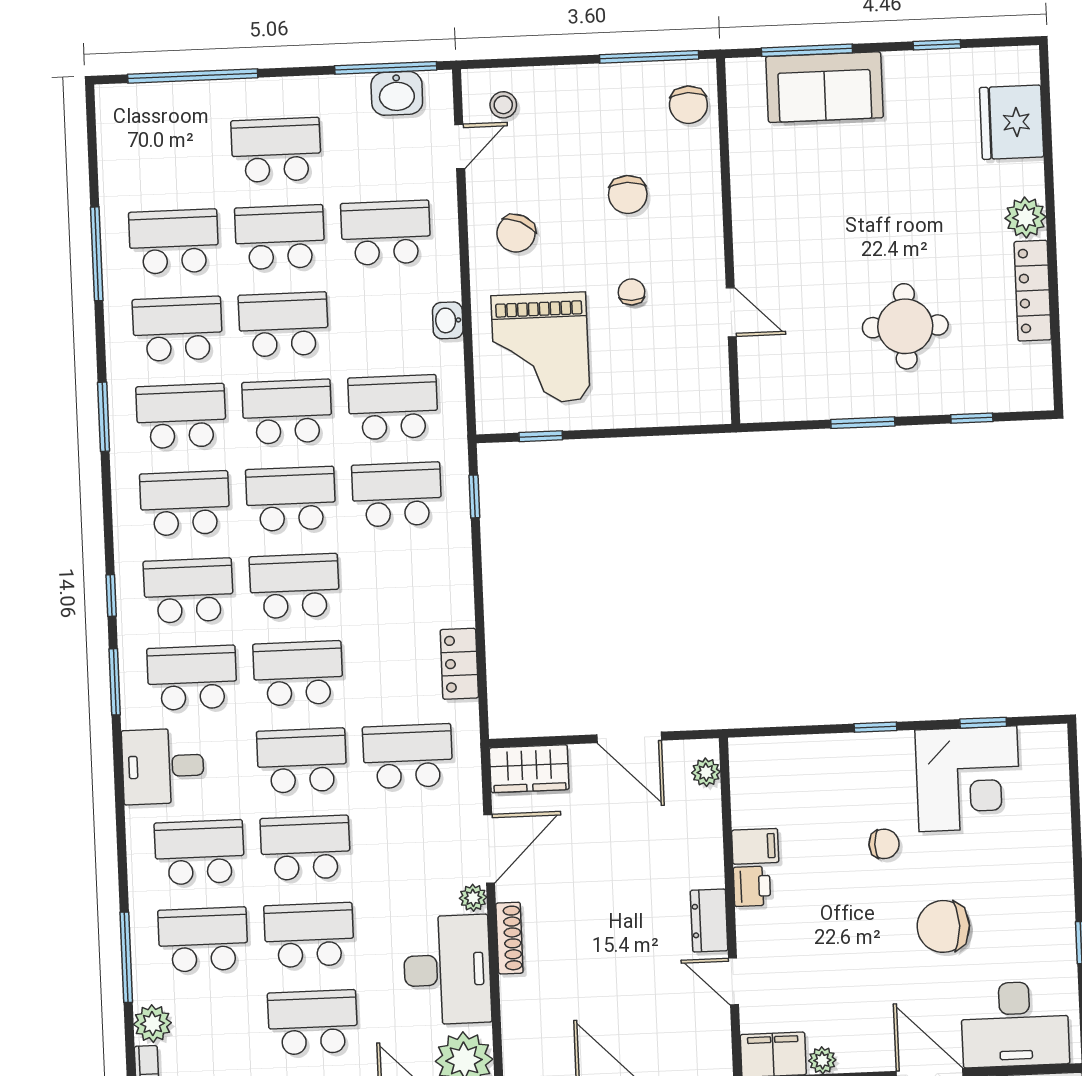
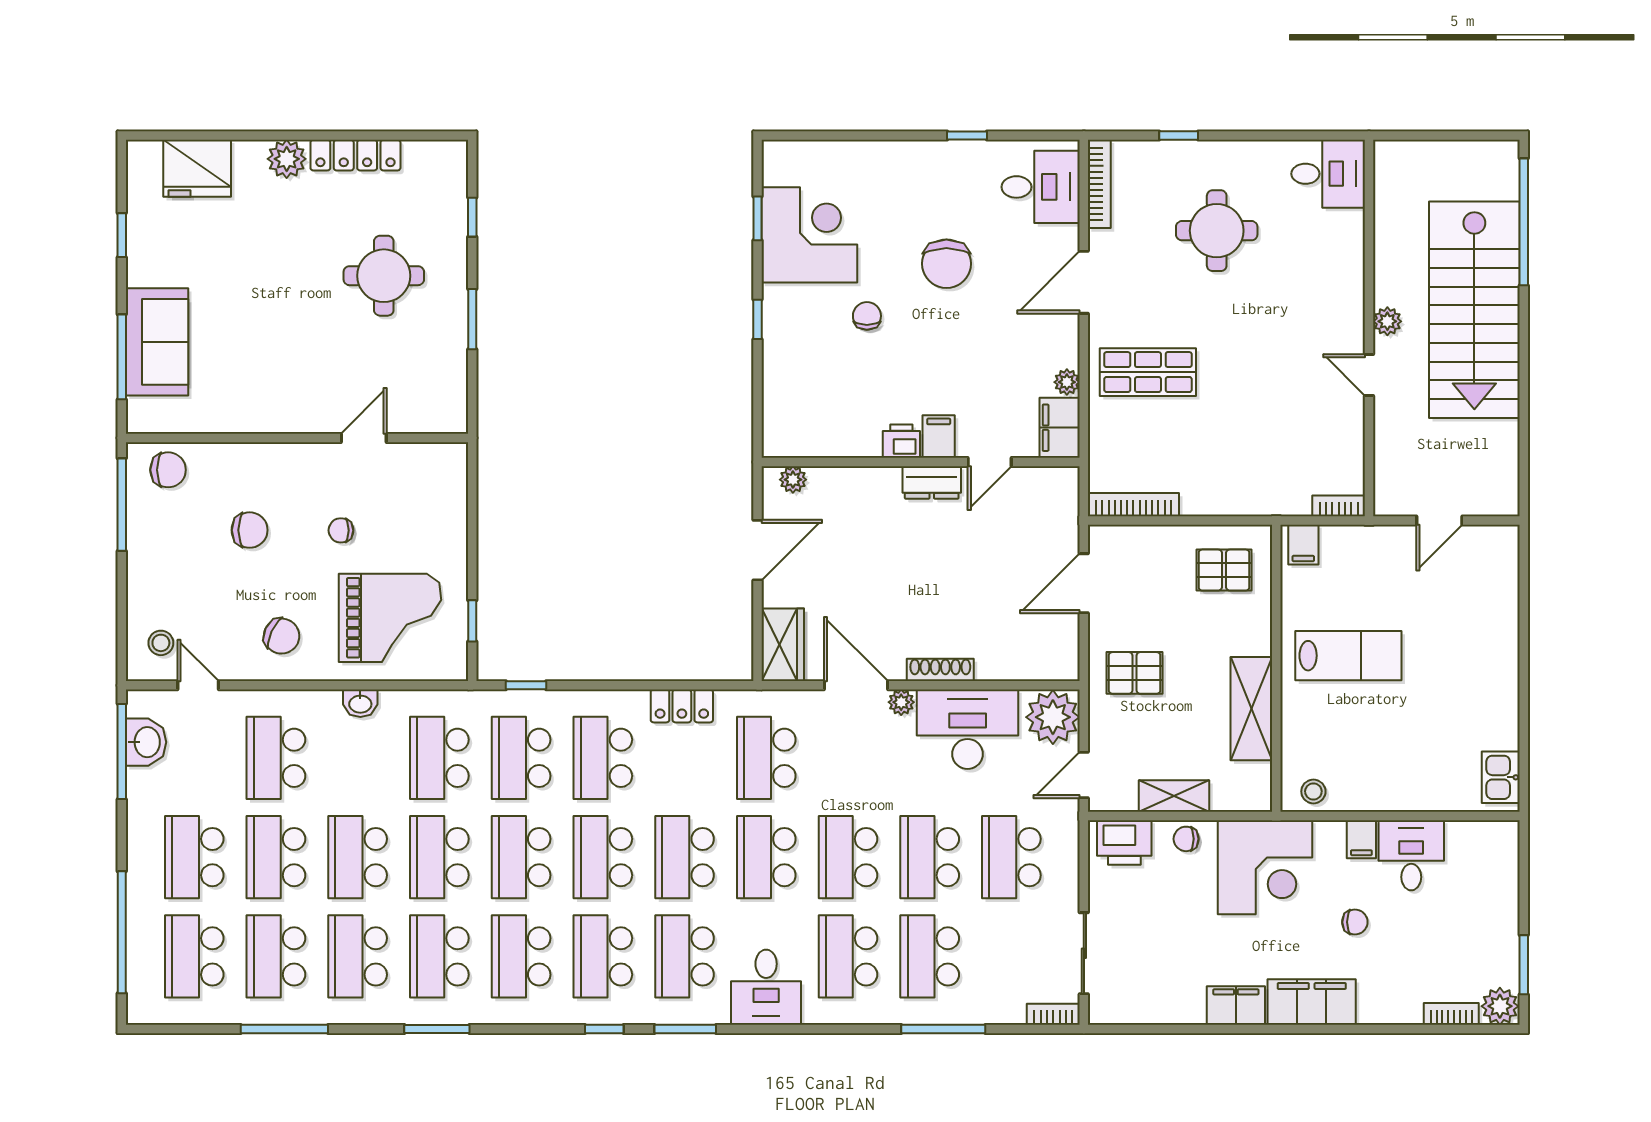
school desk: (170, 154) -> (194, 956), added
school desk: (400, 582) -> (603, 758), added
filing cabinet: (755, 846) -> (939, 436), moved
plant: (152, 1024) -> (1006, 1007), removed
desk: (1015, 1024) -> (1041, 187), width x0.73

